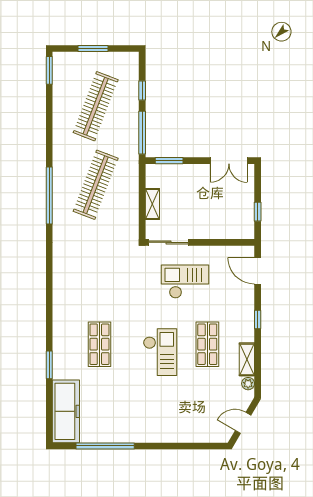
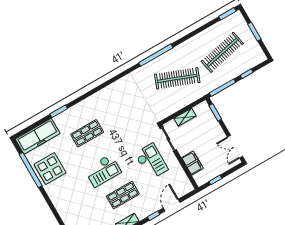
clothes rail: (96, 106) -> (222, 52), turned -33
filing cabinet: (218, 229) -> (192, 163), added
door: (258, 271) -> (172, 205), moved
display table: (118, 420) -> (50, 169), added

